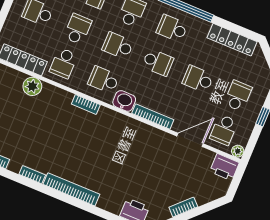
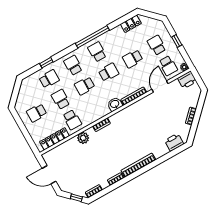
school desk: (172, 28) -> (97, 52), turned 90
locker: (232, 40) -> (131, 24), width x0.66
school desk: (104, 80) -> (96, 106), removed
plant: (32, 86) -> (83, 138), moved

